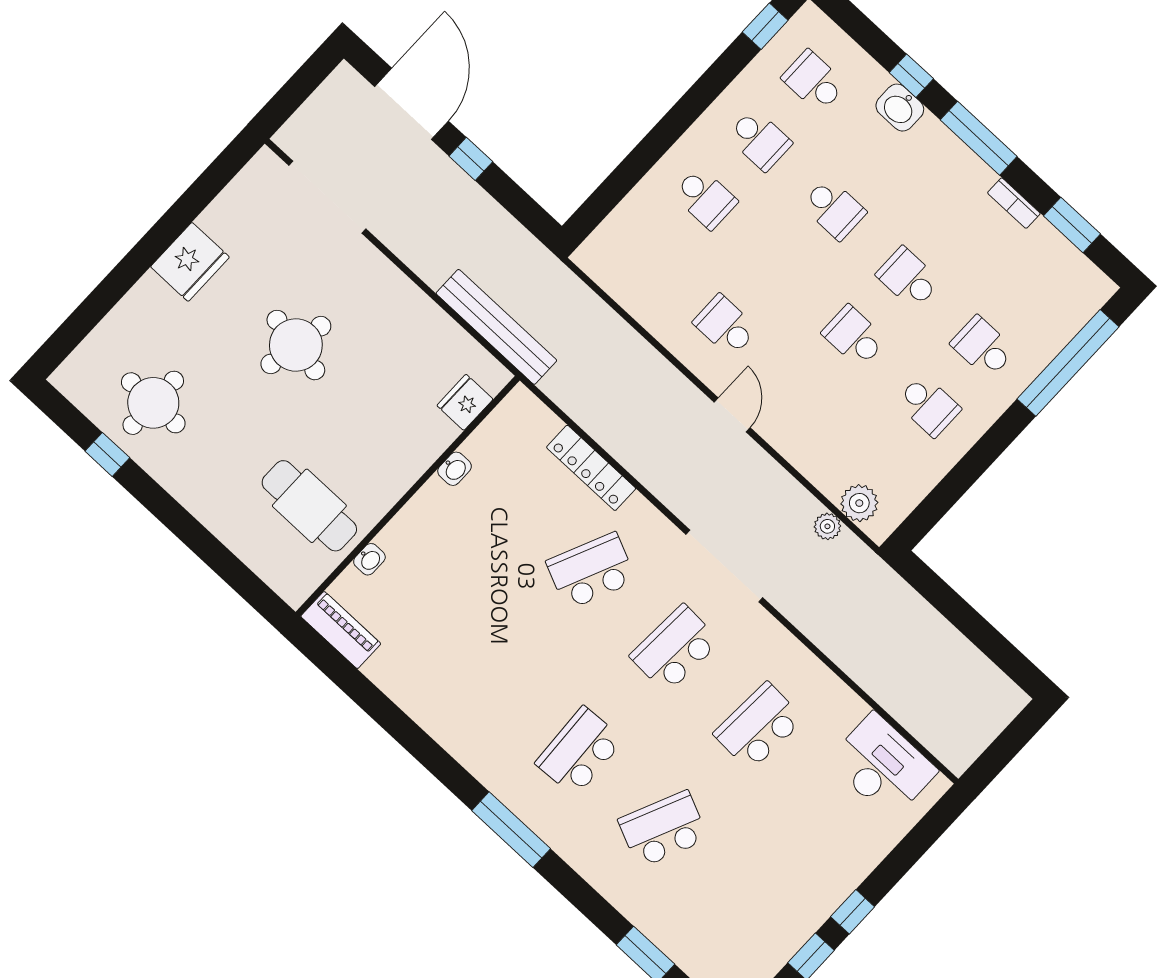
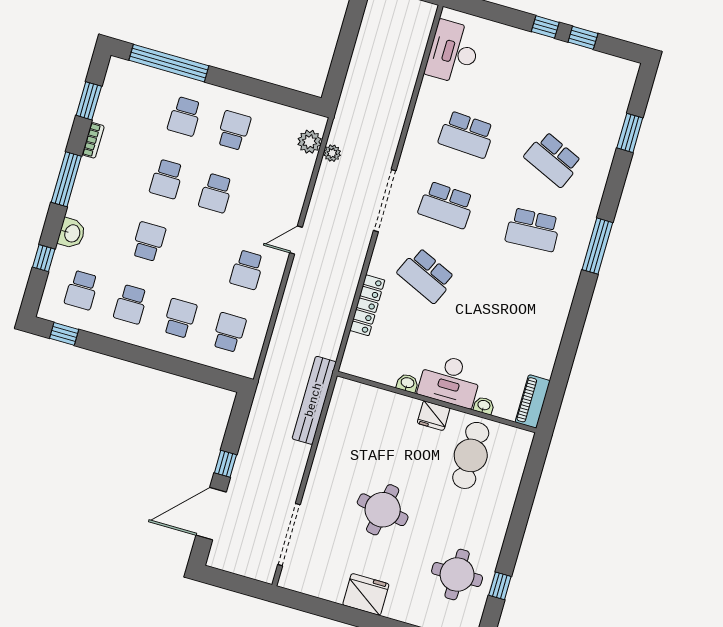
window: (911, 76) -> (44, 258), moved
school desk: (760, 140) -> (131, 304), turned 180
school desk: (651, 257) -> (229, 332), added
fridge: (465, 402) -> (434, 416), moved
desk: (428, 530) -> (450, 380), added

